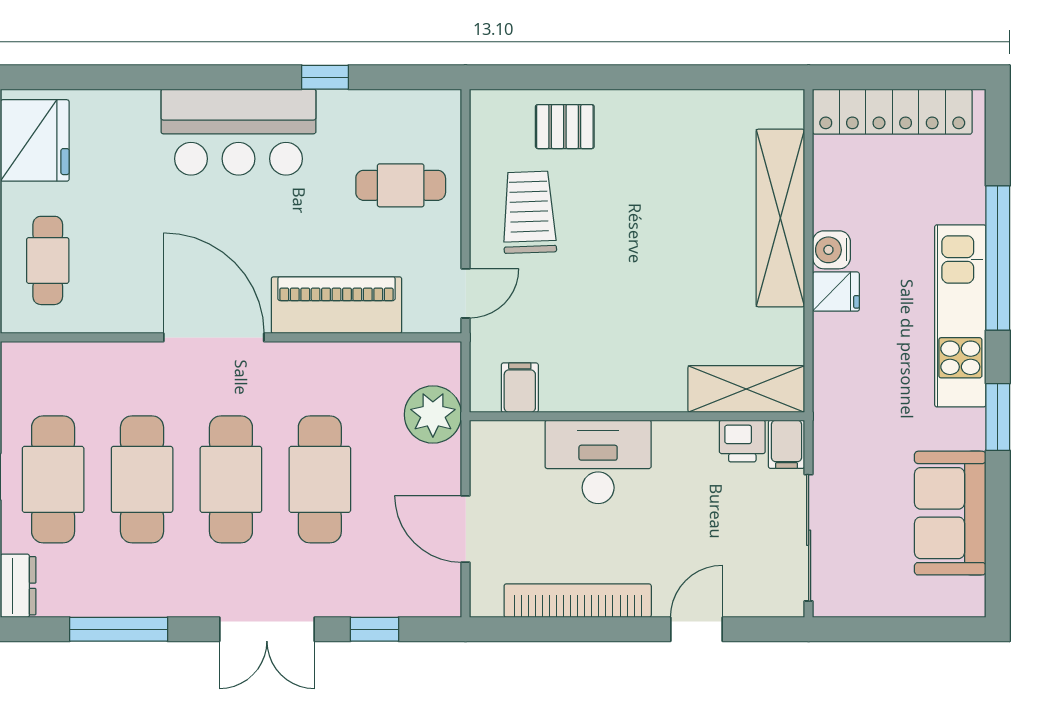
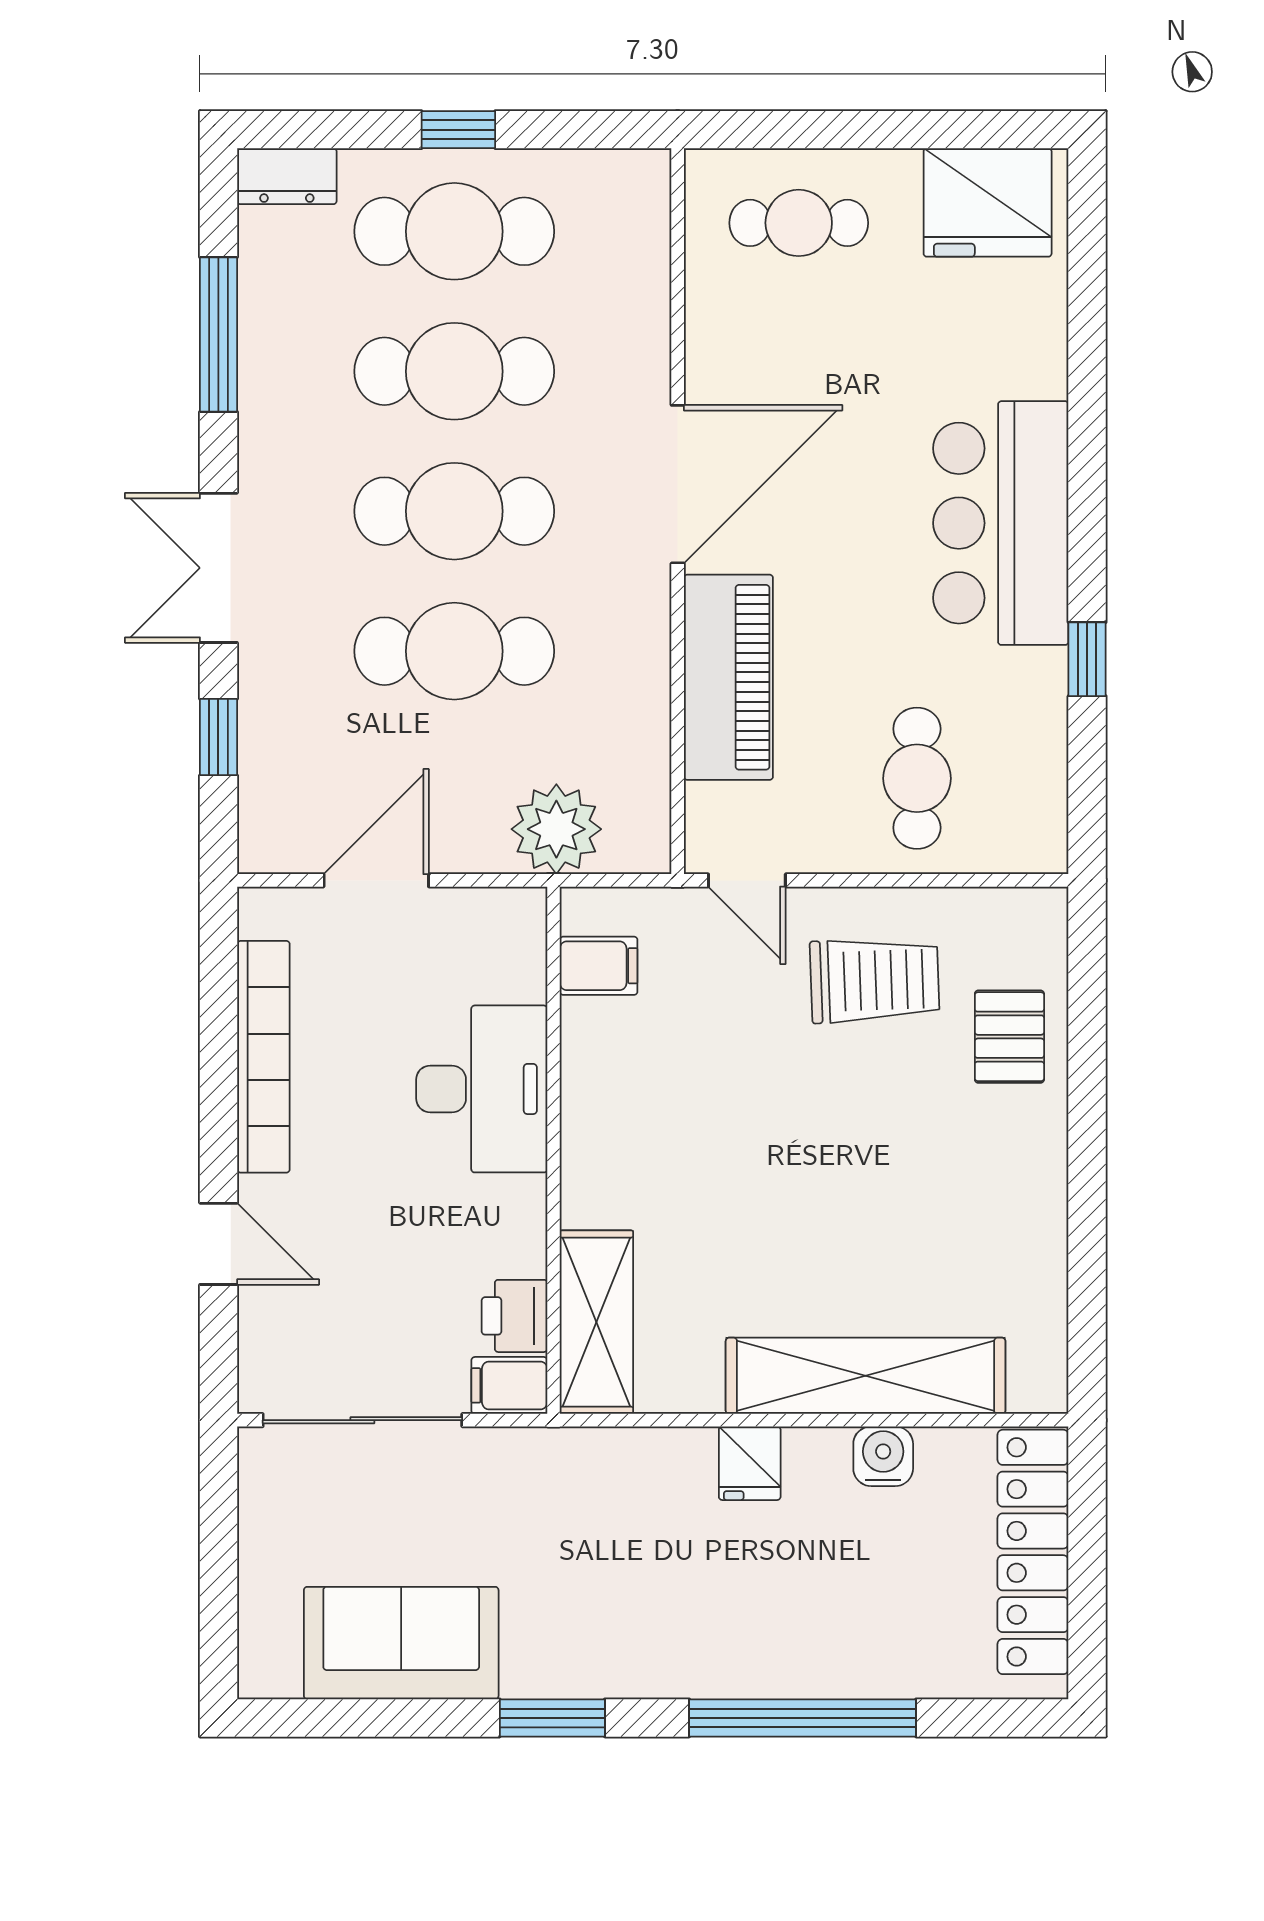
water cooler: (831, 250) -> (883, 1456), moved
kitchen unit: (960, 316) -> (711, 1659), removed

